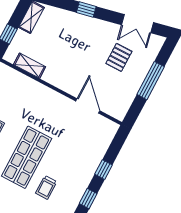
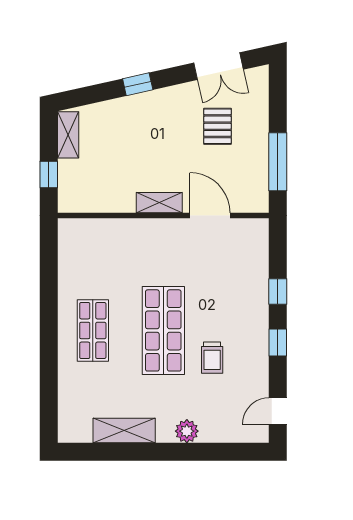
shelving: (30, 66) -> (159, 203), moved
window: (151, 81) -> (278, 162), moved

